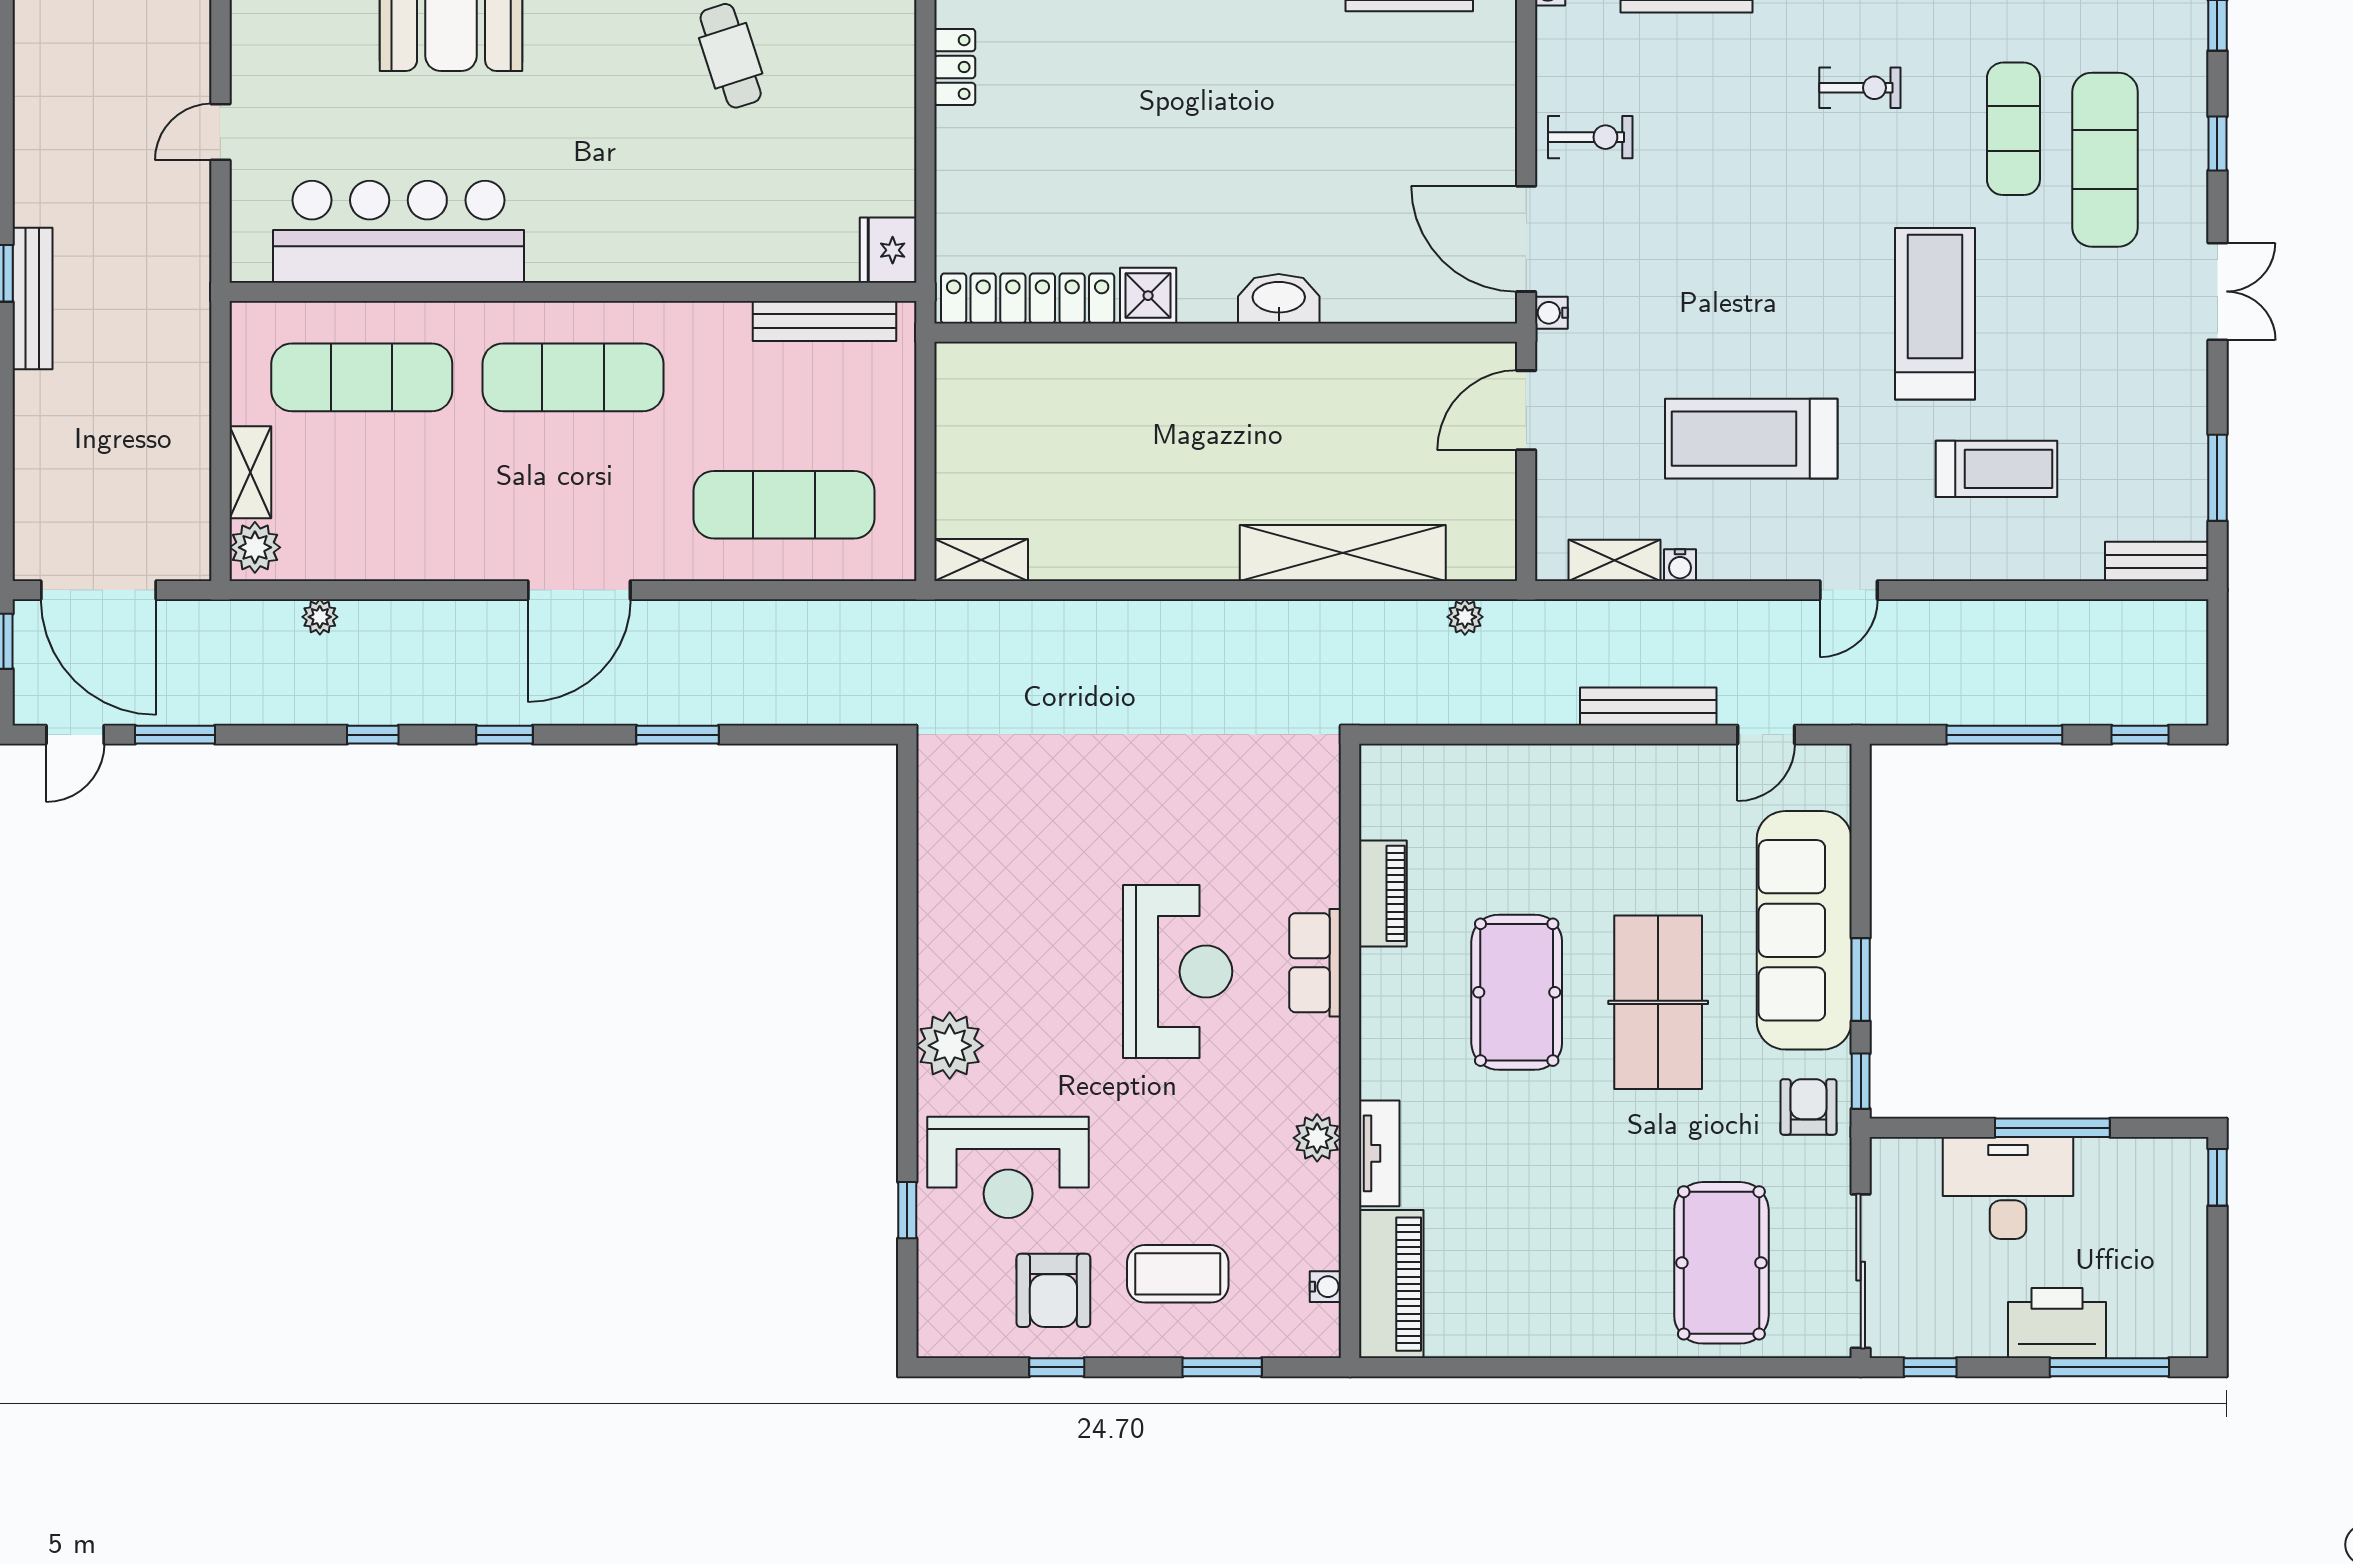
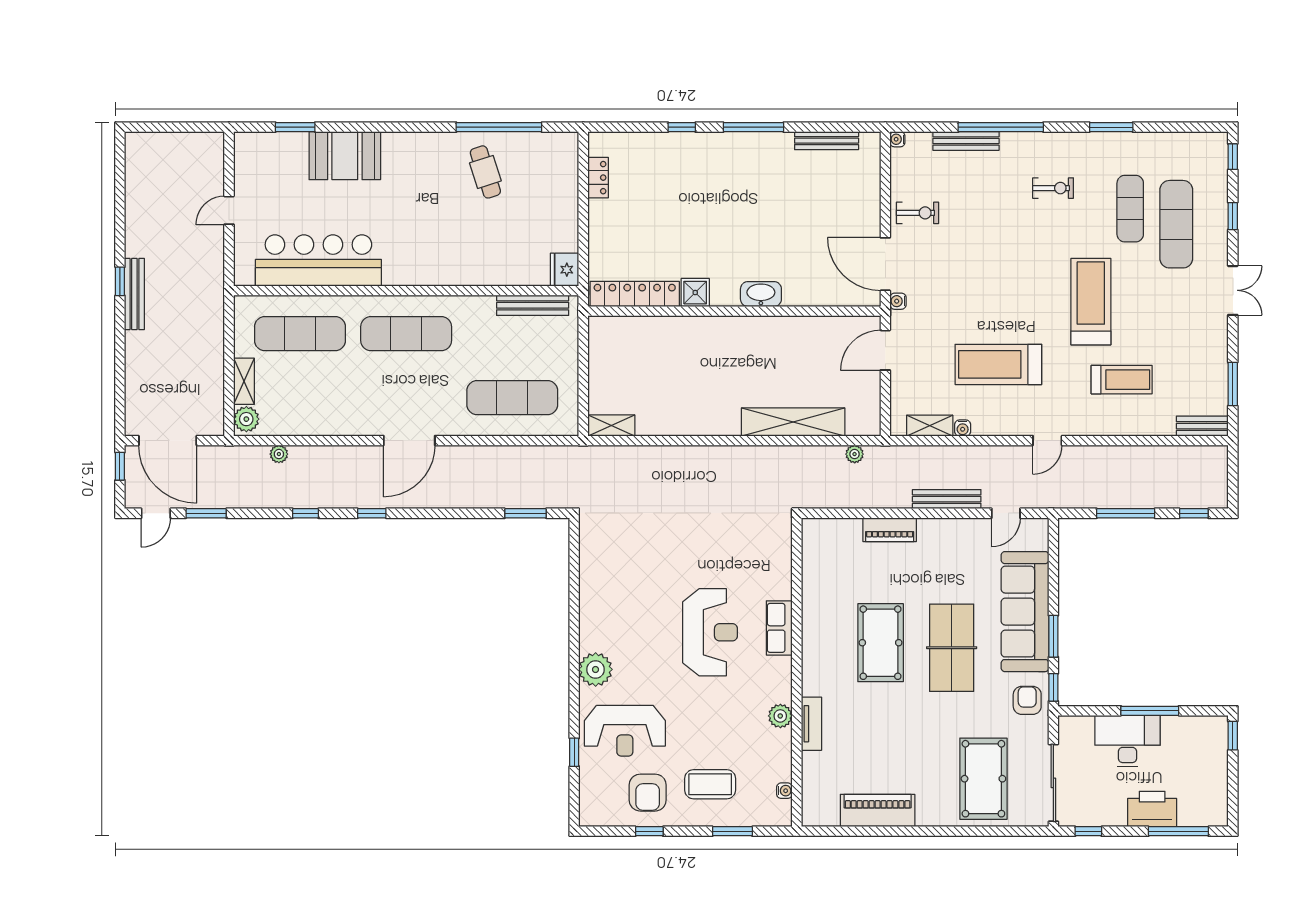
window: (677, 735) -> (525, 513), moved
piano: (1383, 893) -> (890, 530), moved, turned 90
piano: (1391, 1284) -> (878, 810), moved, turned -90

